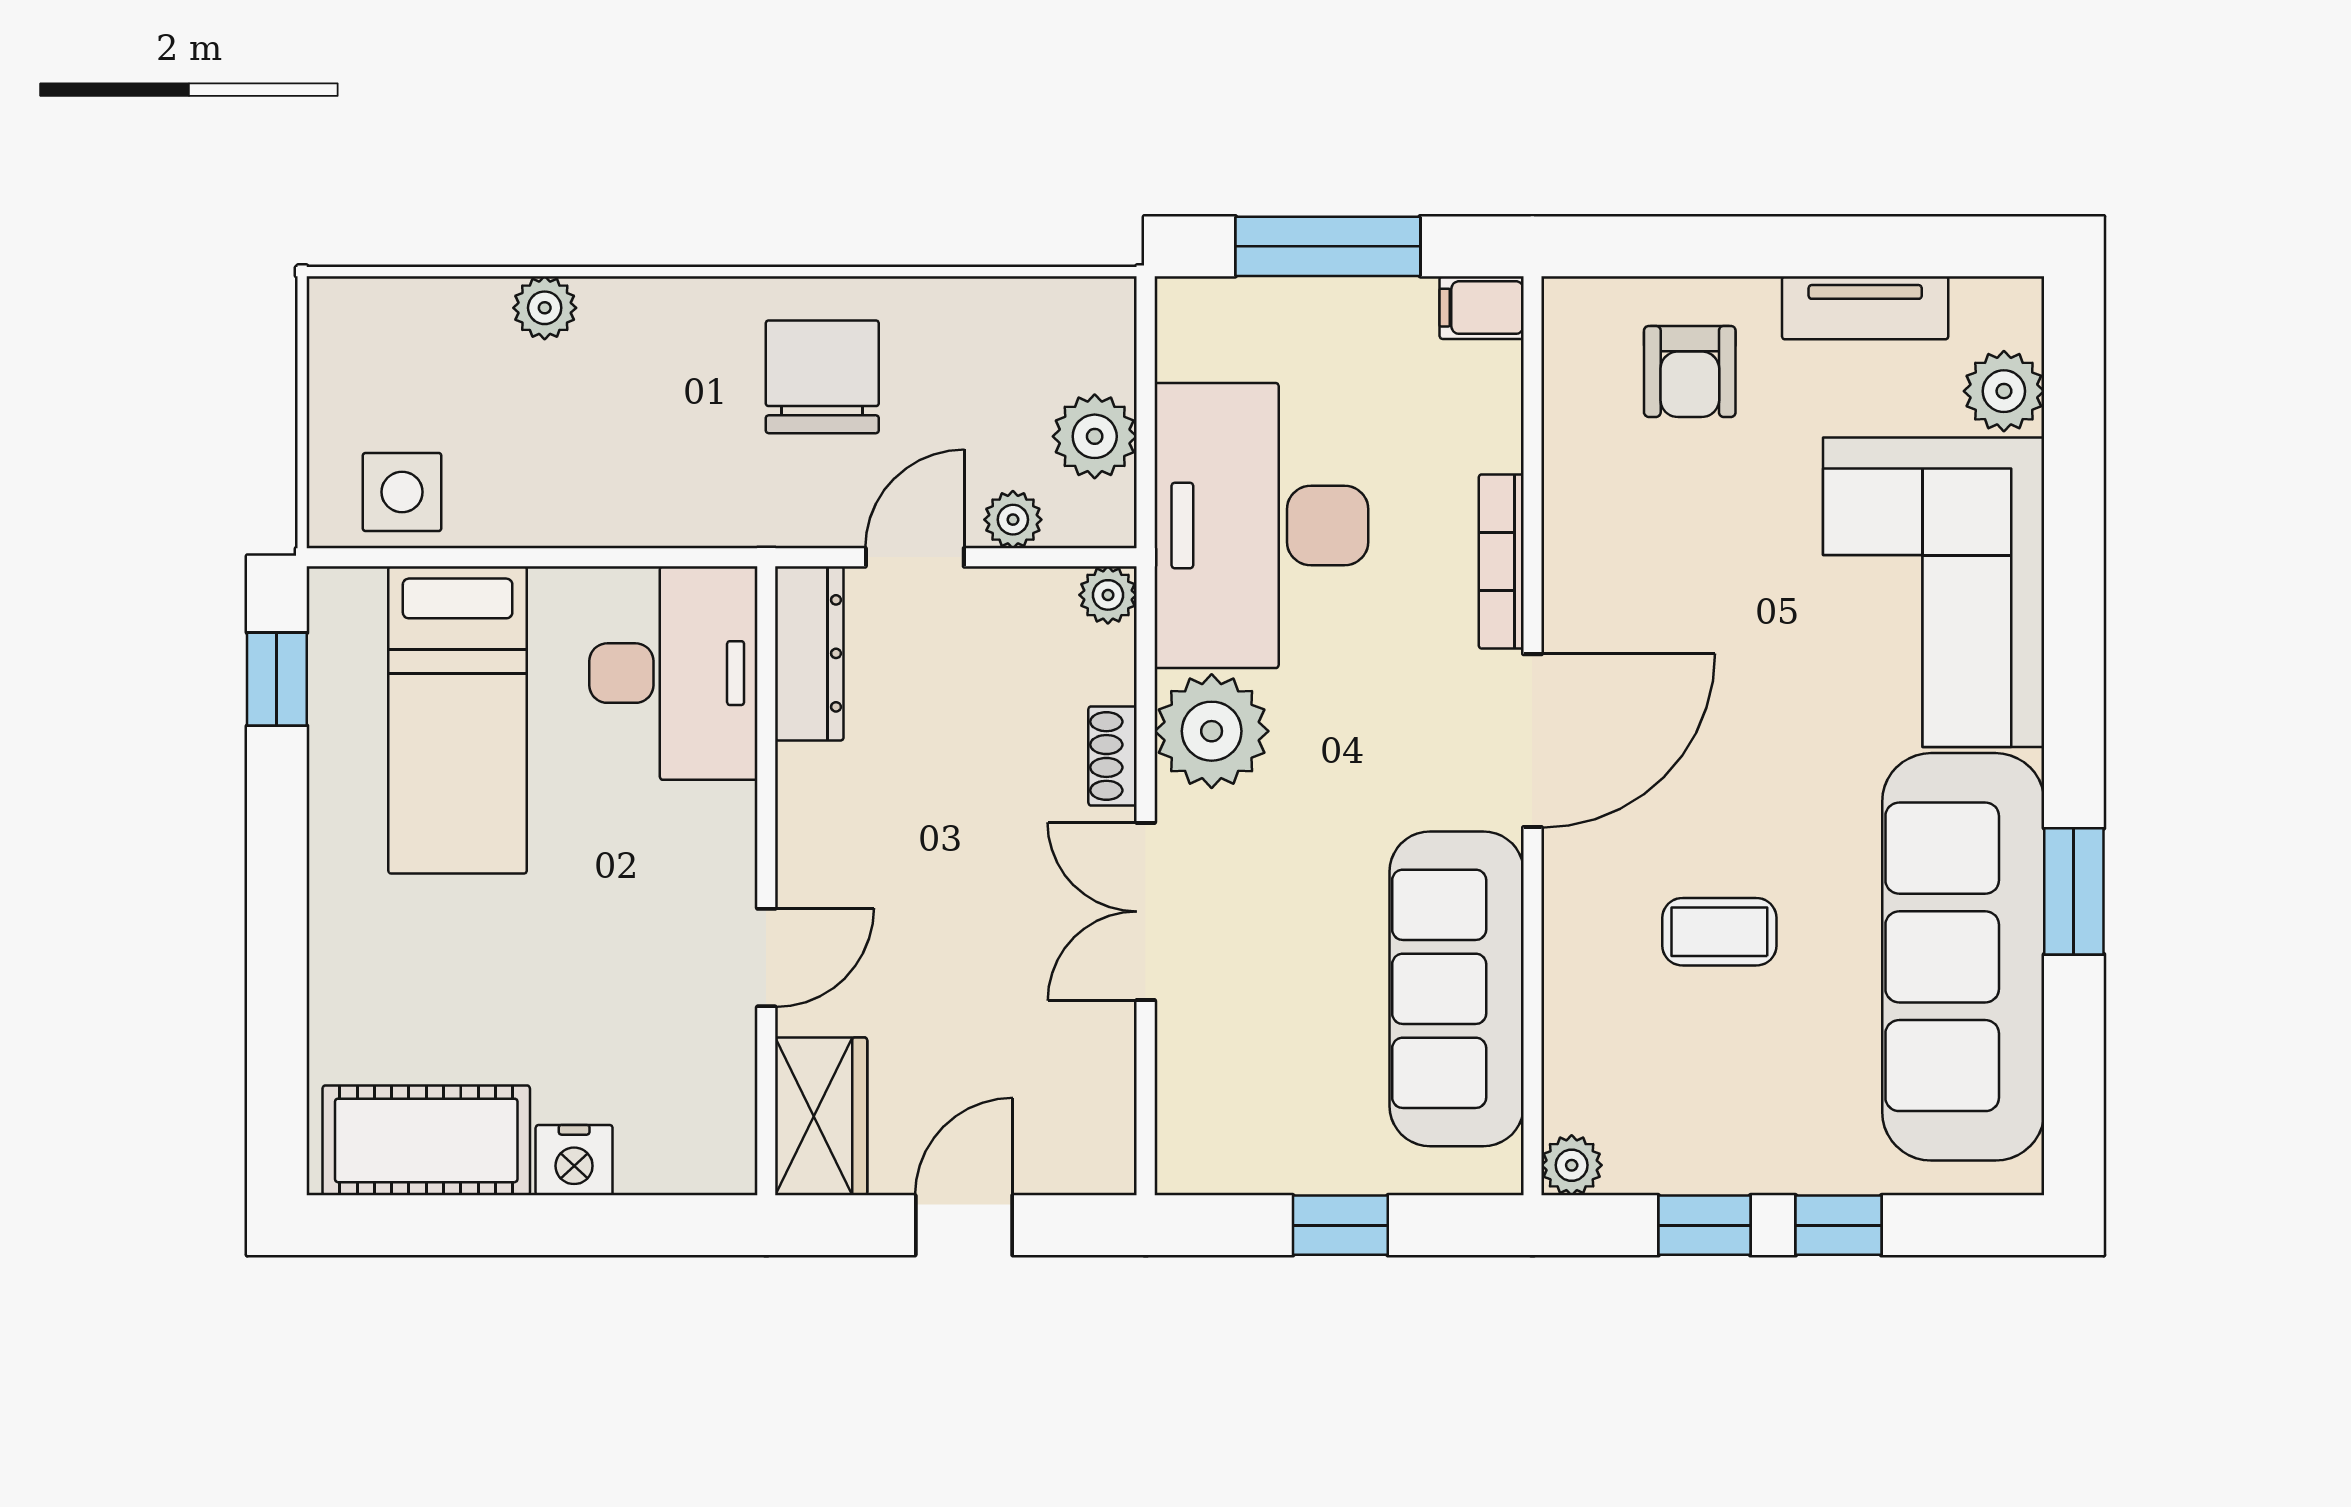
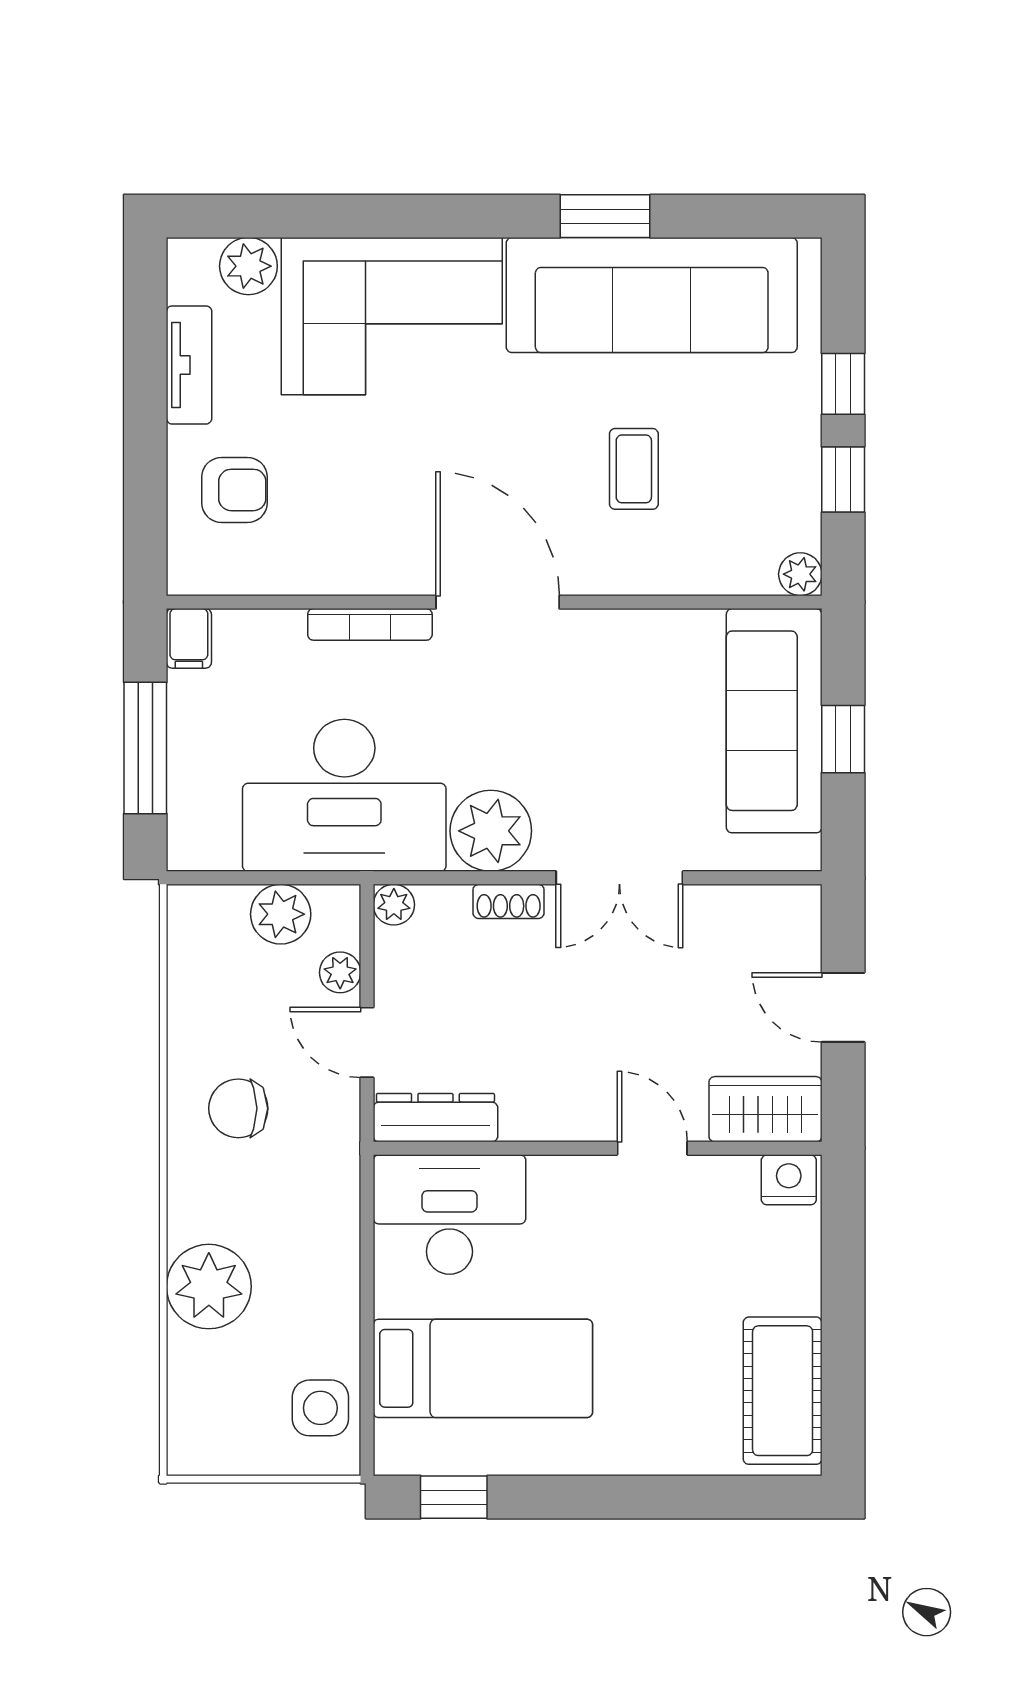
plant: (545, 308) -> (209, 1287), width x1.88, depth x1.88
chair: (822, 377) -> (238, 1108), width x0.73, depth x0.73
sofa: (1457, 989) -> (774, 721), moved, turned 90
nightstand: (574, 1160) -> (789, 1180), moved, turned -90

